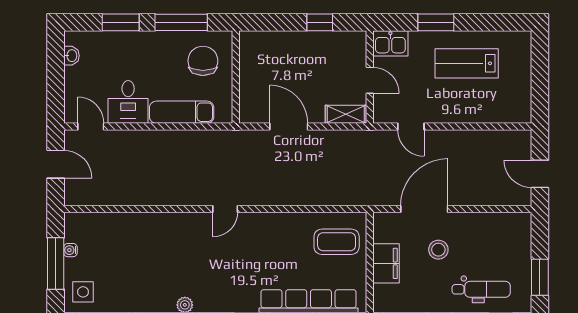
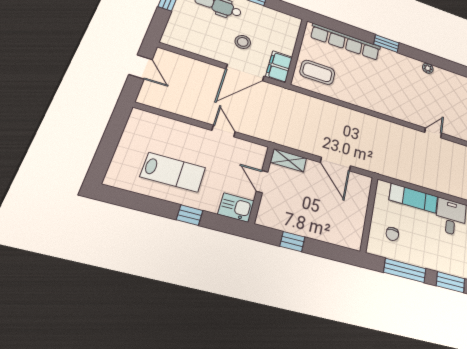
window: (436, 22) -> (190, 215), width x0.67
chair: (203, 61) -> (392, 234), width x0.54, depth x0.54
door: (411, 126) -> (224, 131), moved
door: (225, 209) -> (433, 133), moved
filing cabinet: (386, 263) -> (279, 67), moved

